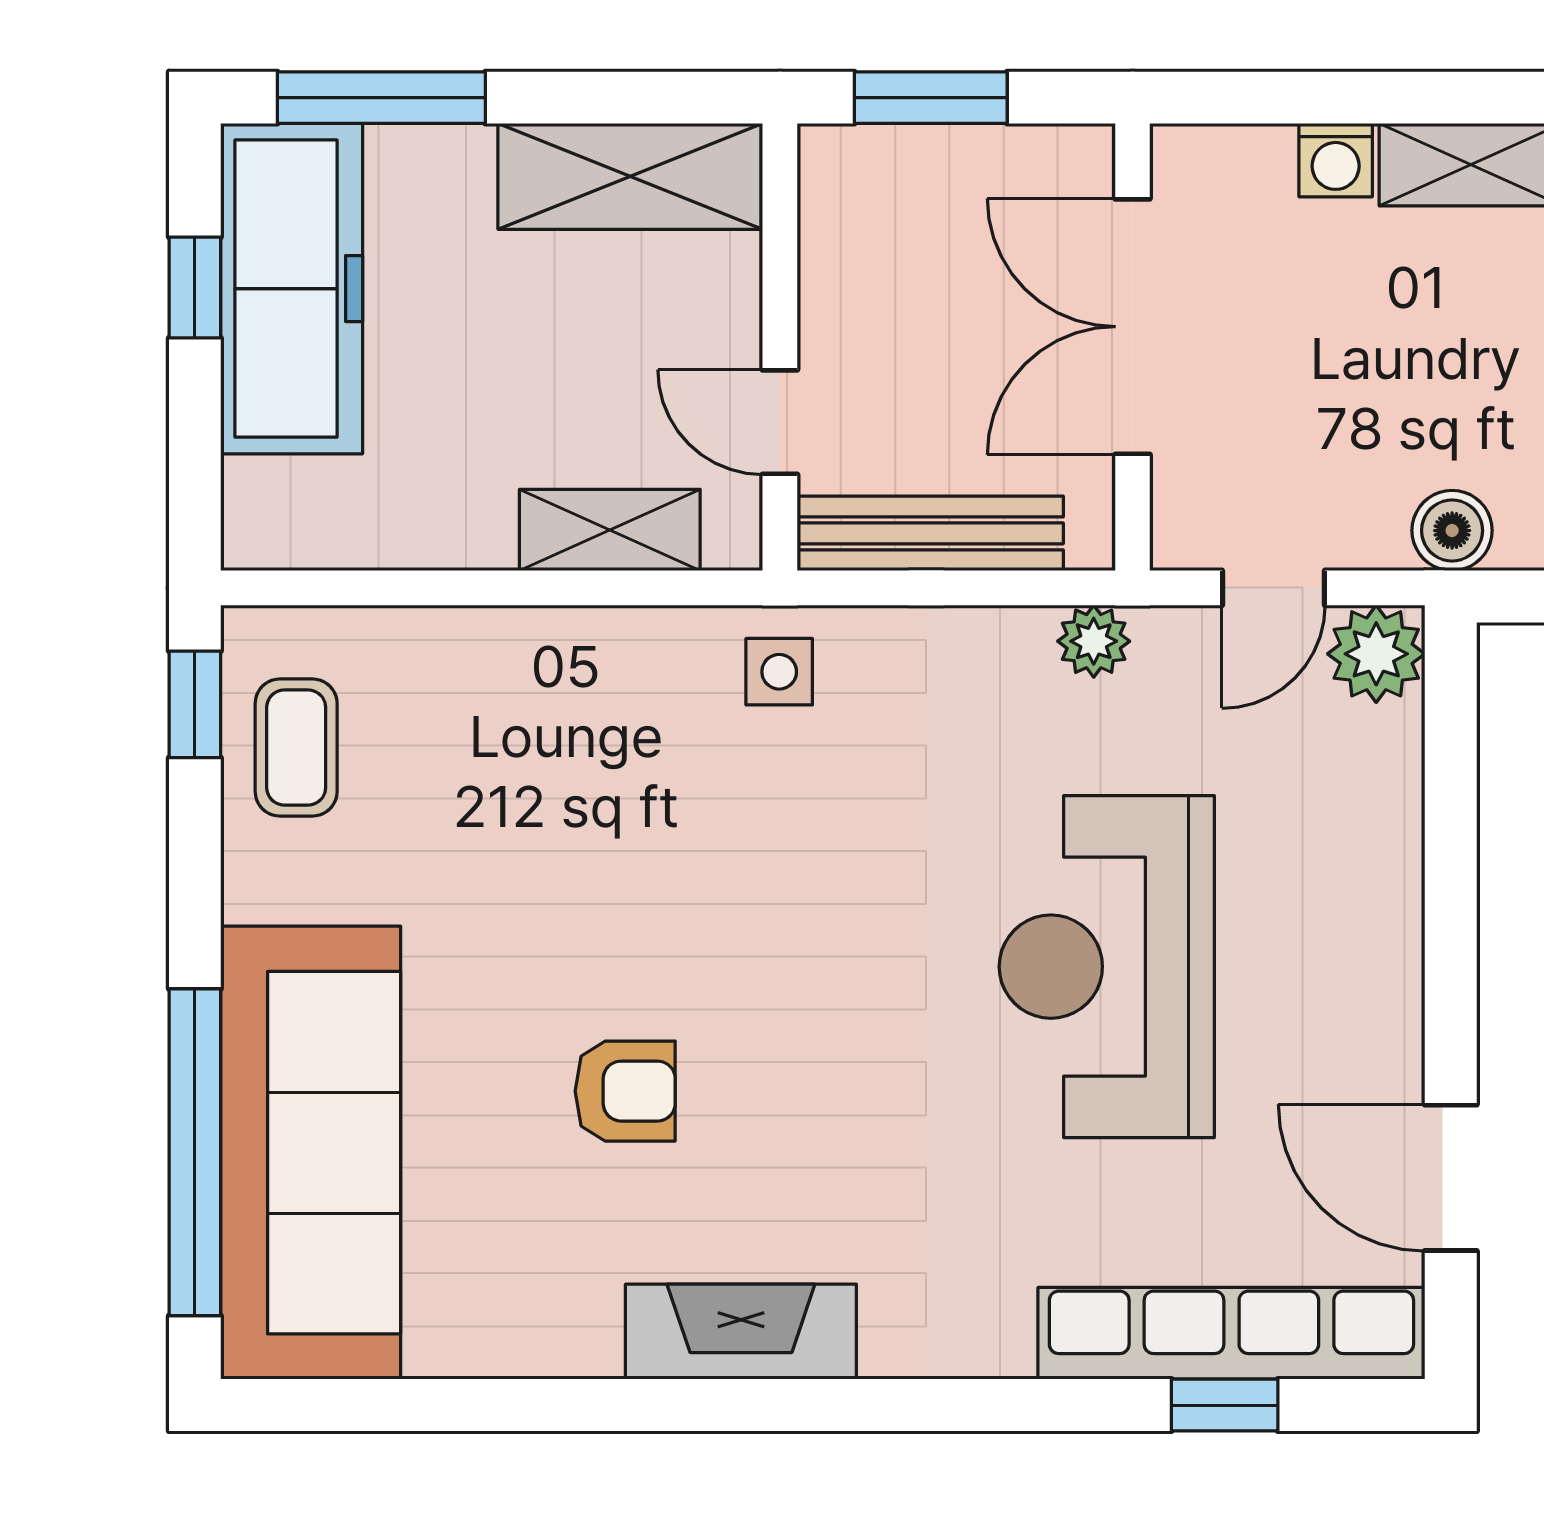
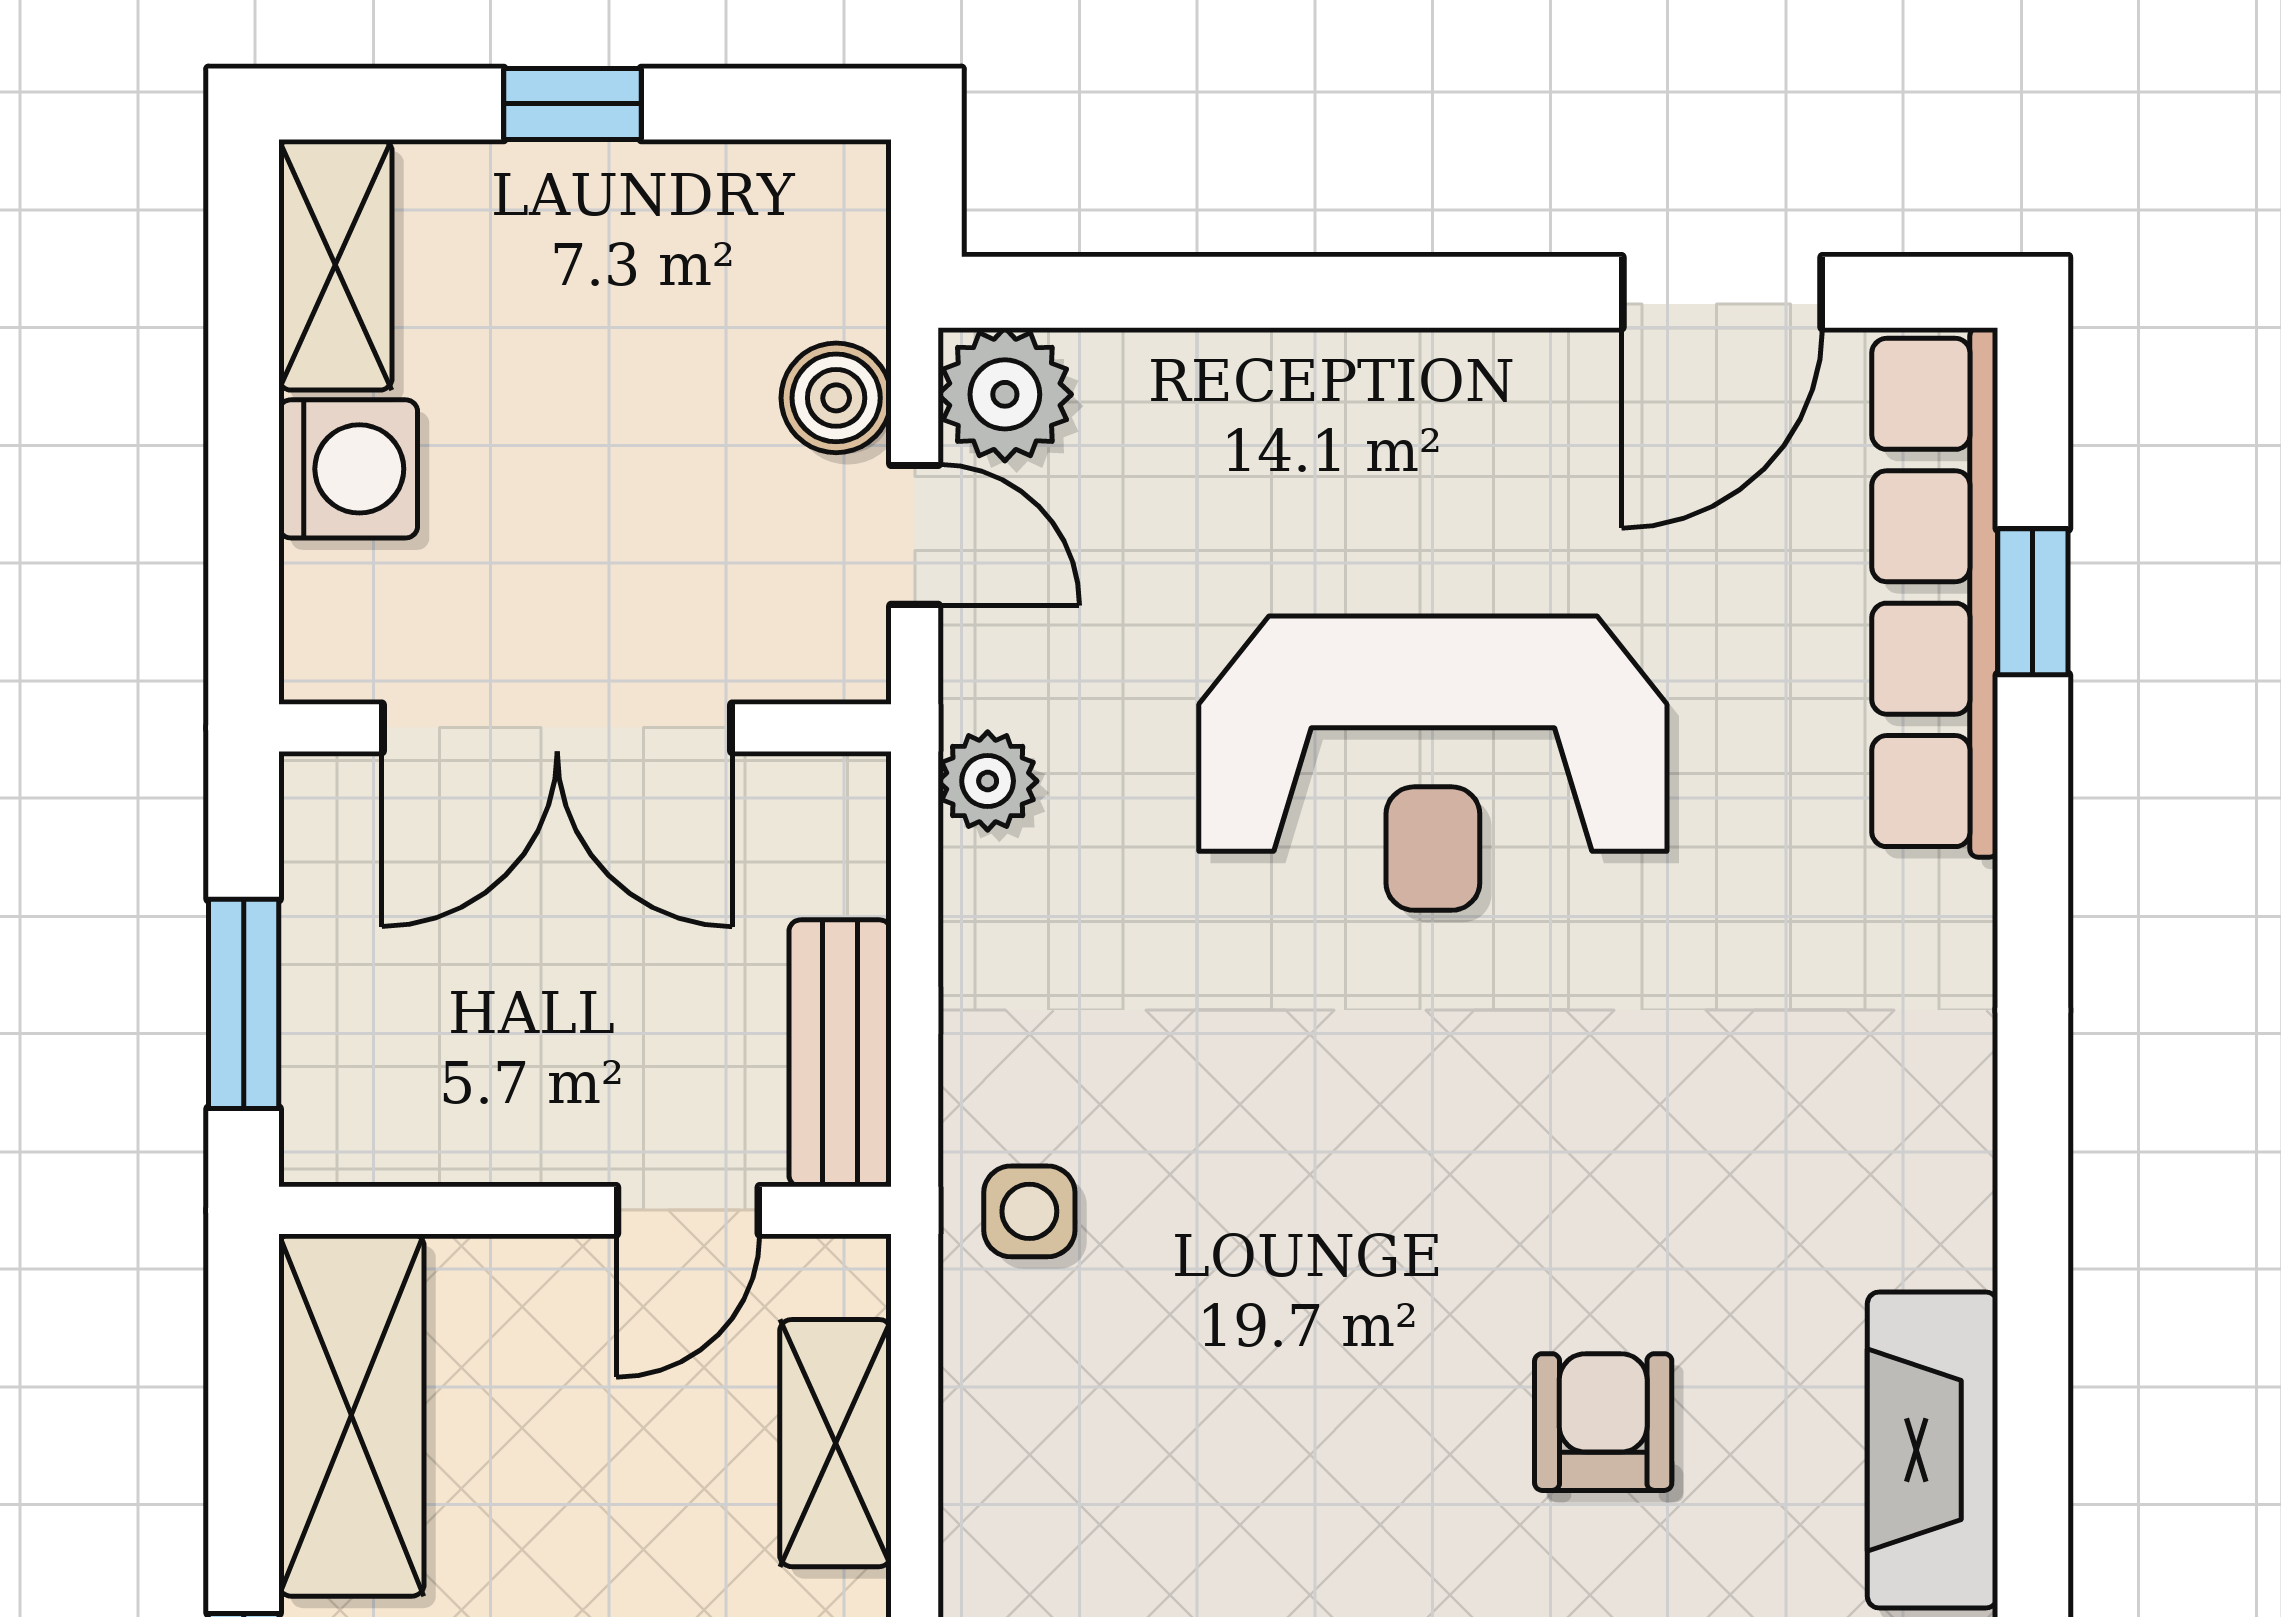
washing machine: (1336, 160) -> (348, 469), width x1.38, depth x1.38
boiler: (1452, 531) -> (836, 398), moved
bench: (930, 533) -> (840, 1053), width x0.73
fireplace: (741, 1332) -> (1932, 1450), moved

